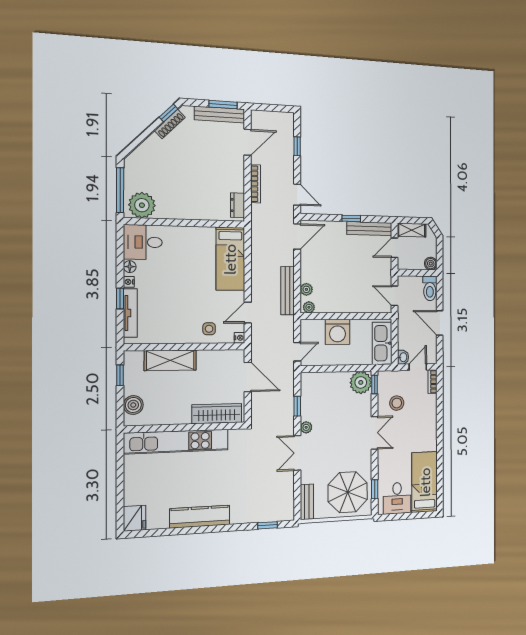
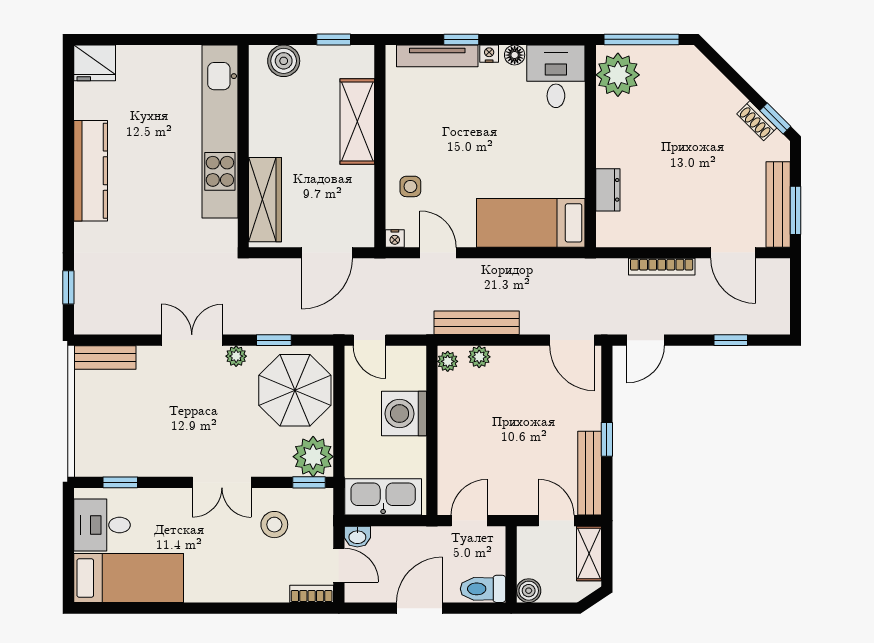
shoe rack: (170, 124) -> (757, 121), width x0.70
dresser: (238, 205) -> (608, 190), moved, turned 90
parasol: (348, 492) -> (295, 390), moved

